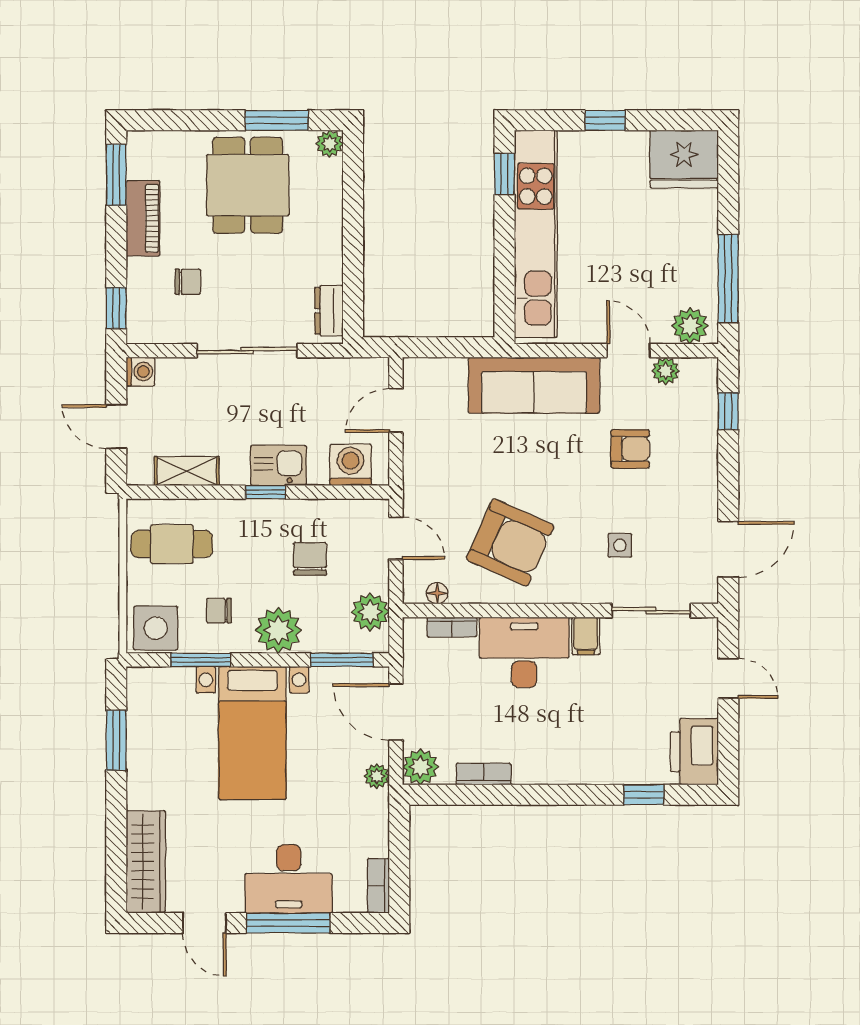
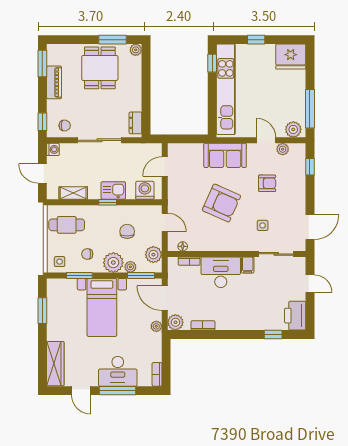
chair: (188, 282) -> (65, 126), moved
sofa: (534, 385) -> (225, 155), width x0.73
armchair: (510, 543) -> (221, 203), moved
side table: (156, 628) -> (60, 262), width x0.54, depth x0.54
plant: (317, 640) -> (130, 267), added

